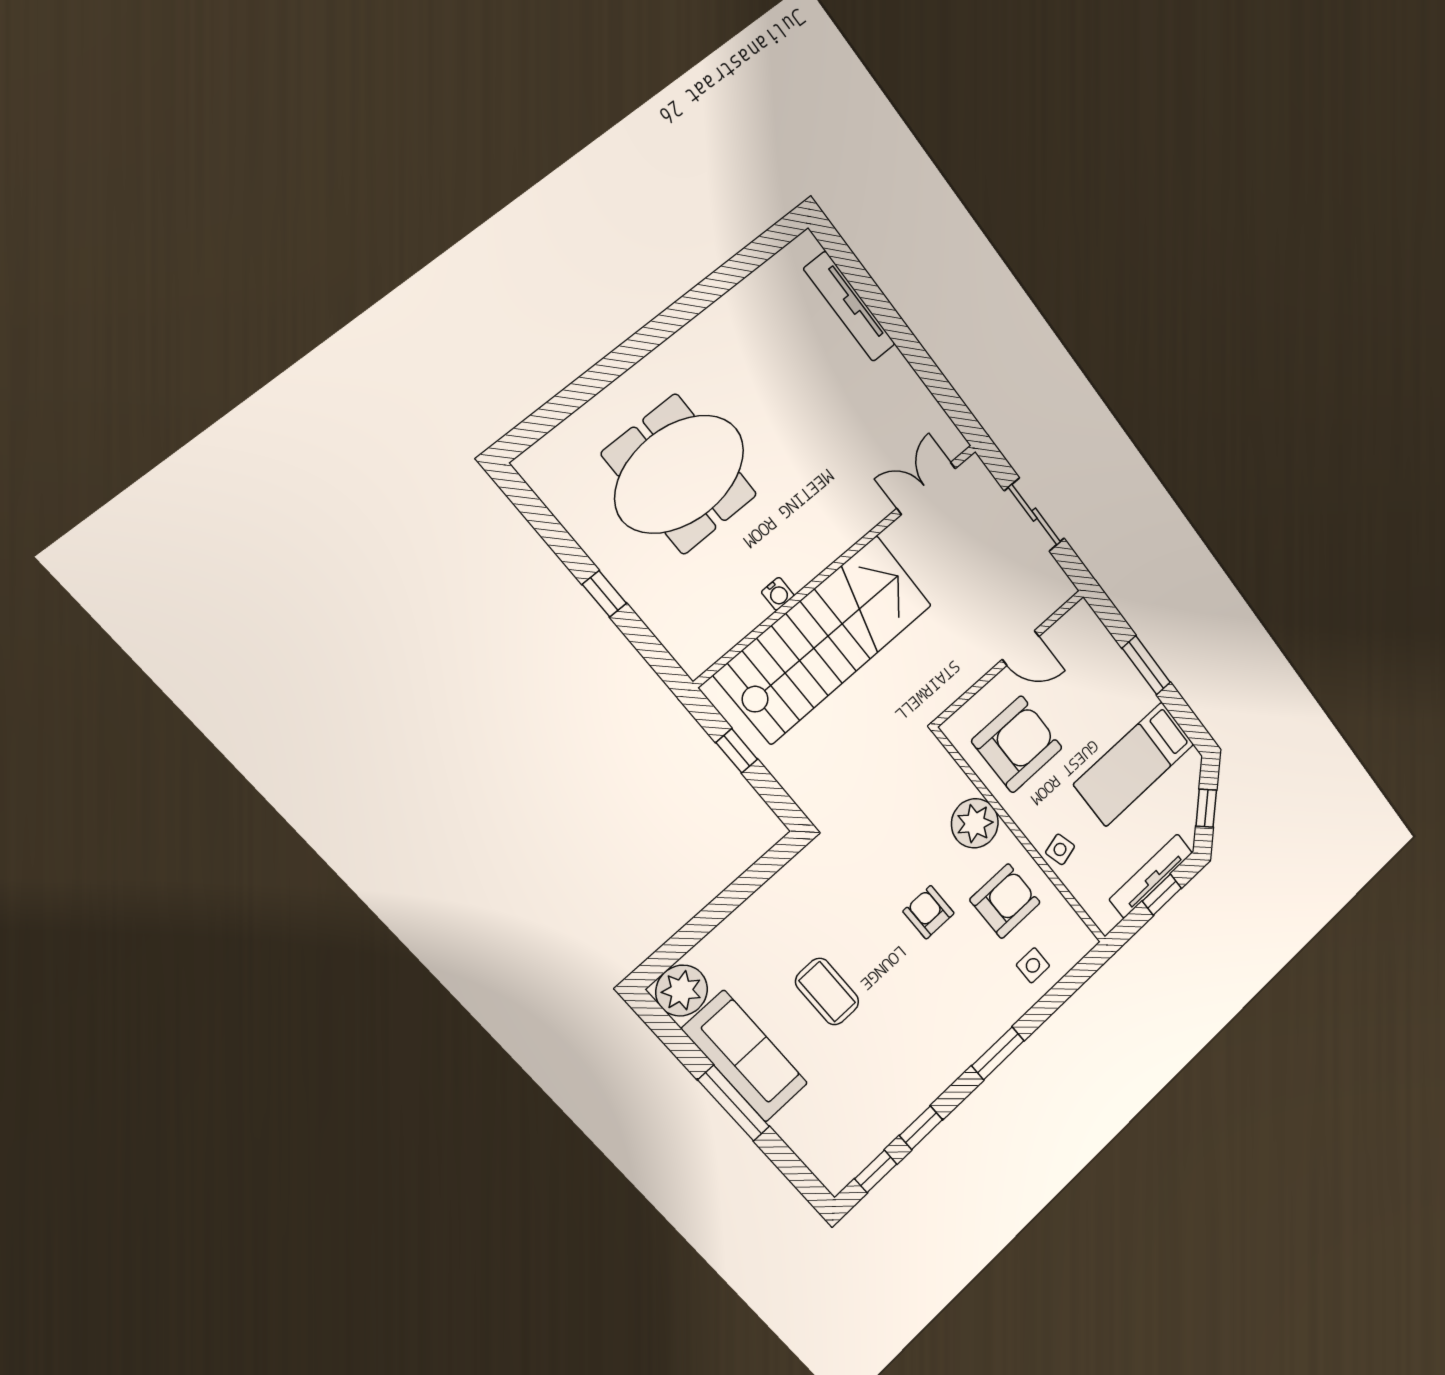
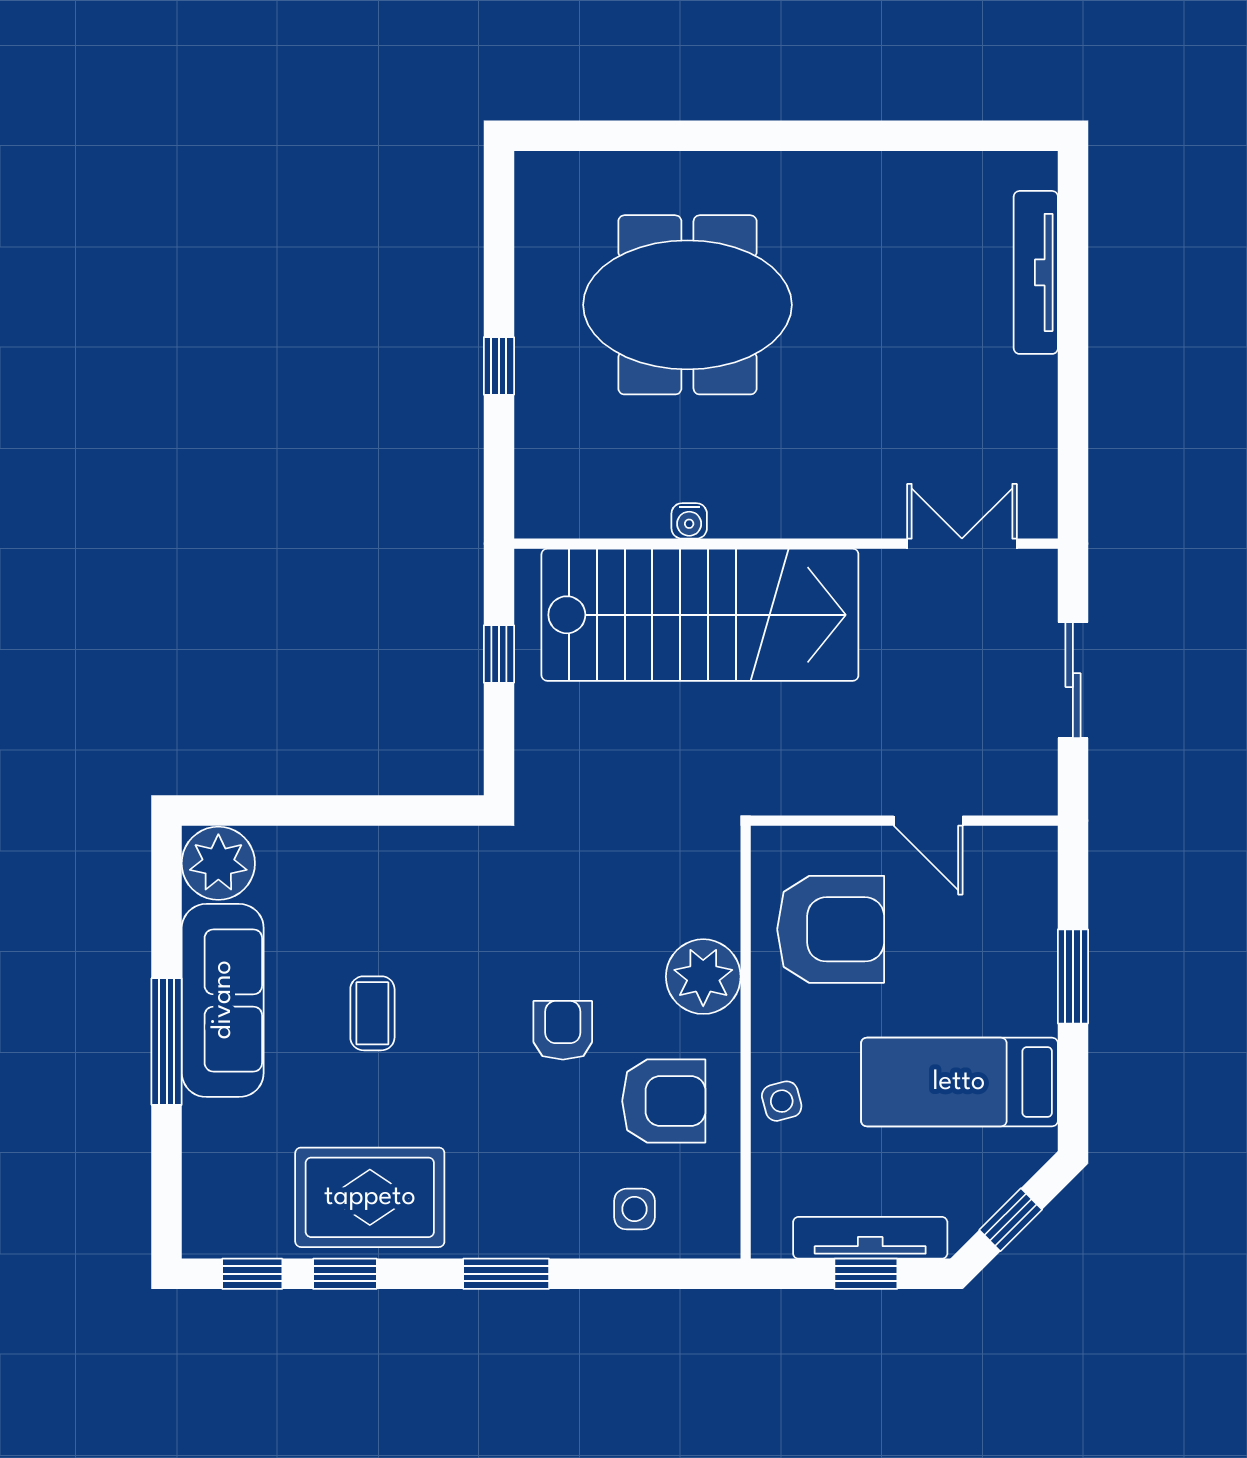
coffee table: (827, 992) -> (372, 1013), width x0.73, depth x0.77
rug: (902, 1081) -> (370, 1197), added

